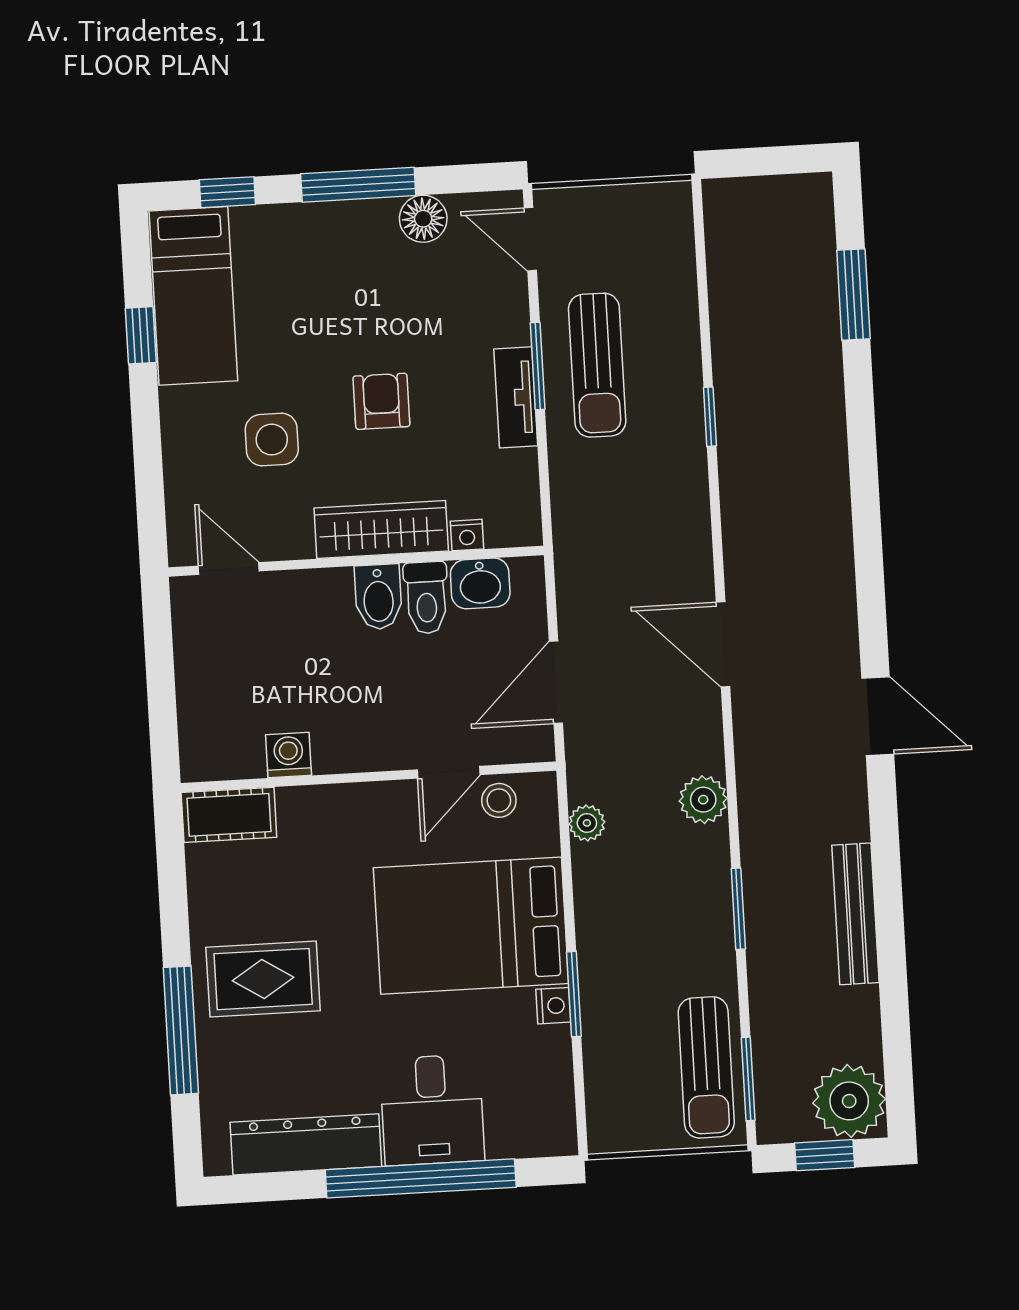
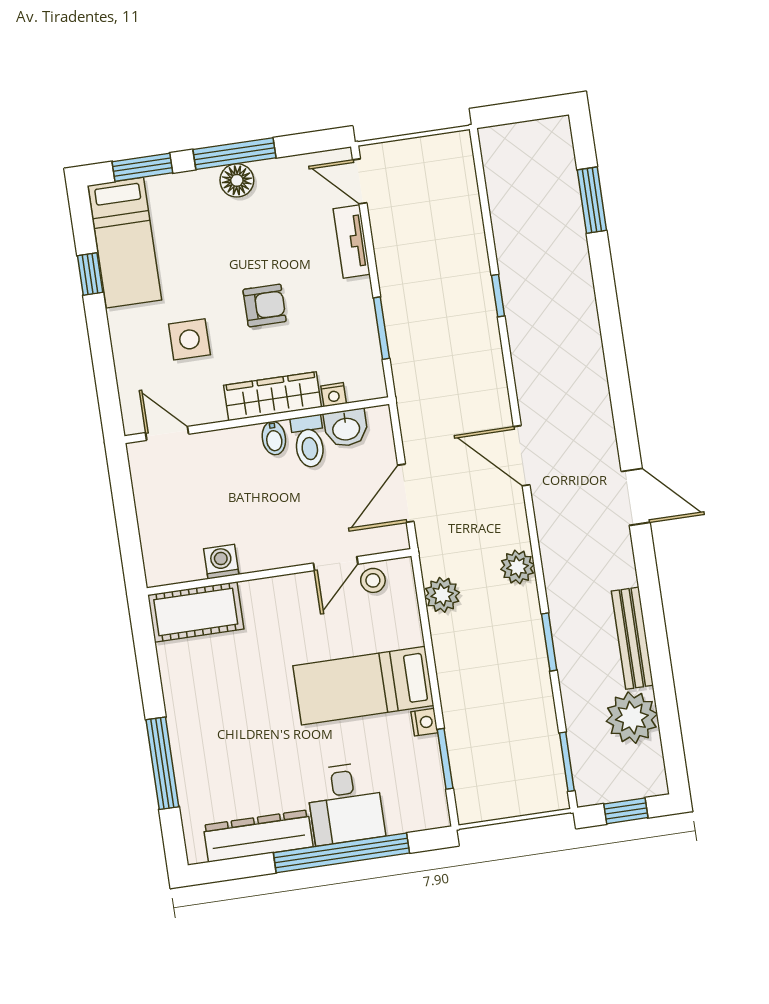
window: (227, 192) -> (142, 167), width x1.50
floor lamp: (423, 219) -> (237, 180), moved
sun lounger: (597, 365) -> (415, 266), removed
window: (538, 366) -> (381, 328), moved
tv unit: (516, 397) -> (352, 242), moved
armchair: (381, 401) -> (265, 305), turned 90
bidet: (378, 597) -> (274, 438), width x0.72, depth x0.74
cot: (229, 815) -> (196, 612), width x1.37, depth x1.34
plant: (587, 823) -> (442, 595), width x1.38, depth x1.38
bed: (471, 926) -> (363, 686), width x0.67
rug: (263, 979) -> (217, 722), removed
window: (574, 994) -> (445, 759), moved
sun lounger: (706, 1067) -> (537, 756), removed
plant: (849, 1101) -> (632, 718), moved

